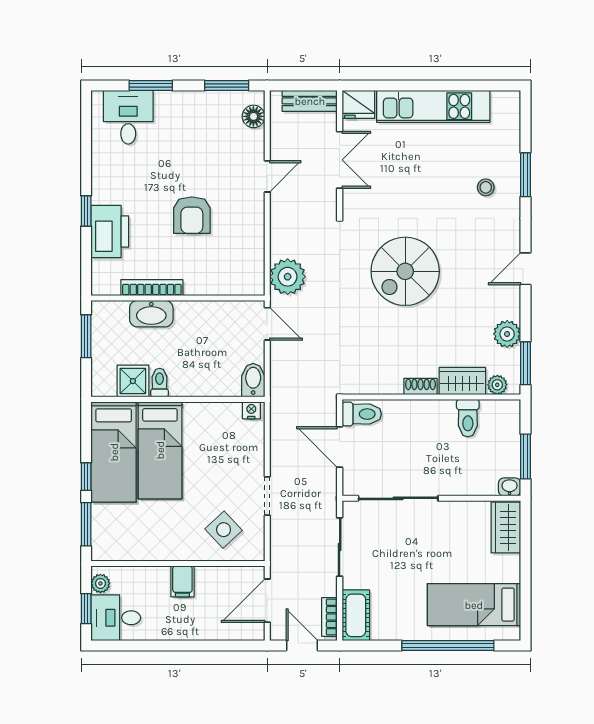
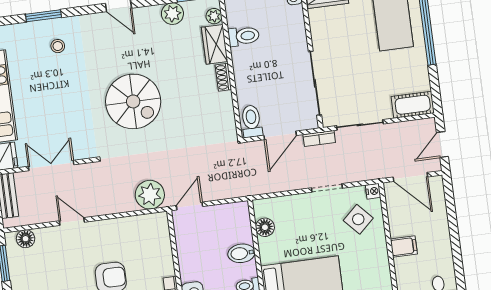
bidet: (253, 380) -> (241, 253), moved
nightstand: (251, 410) -> (373, 191), moved, turned 180
floor lamp: (229, 413) -> (265, 227), added
bookcase: (329, 617) -> (319, 138), moved

